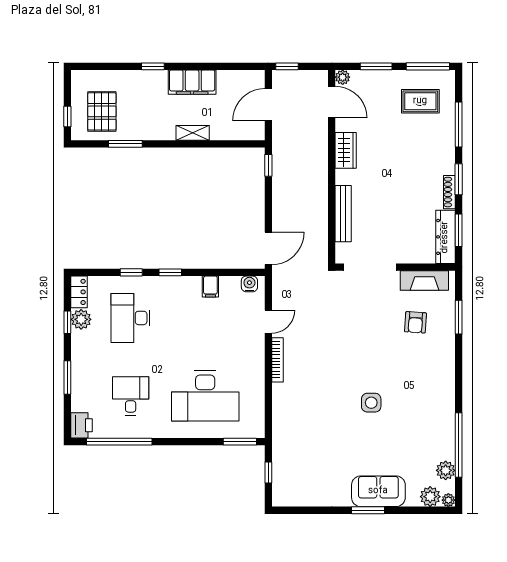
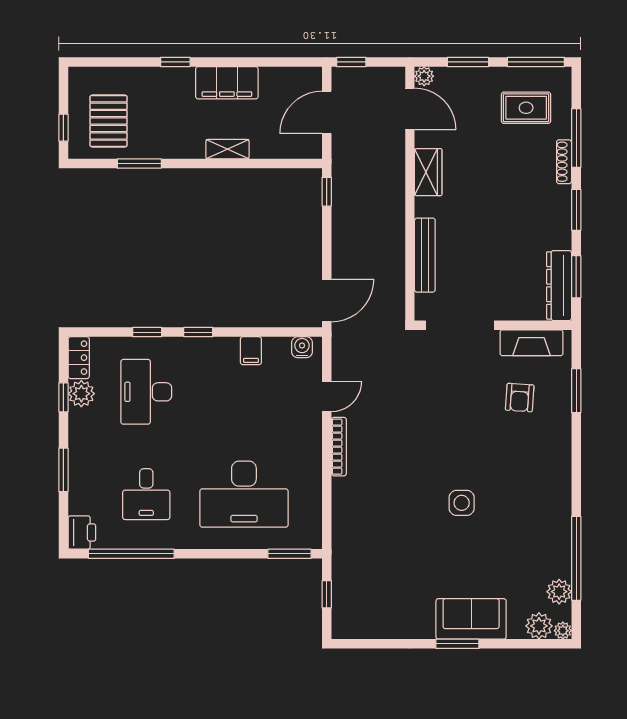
shoe rack: (449, 192) -> (564, 162), moved
desk: (131, 396) -> (146, 494), turned 180

